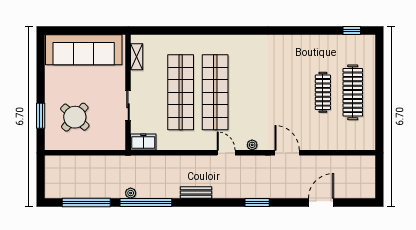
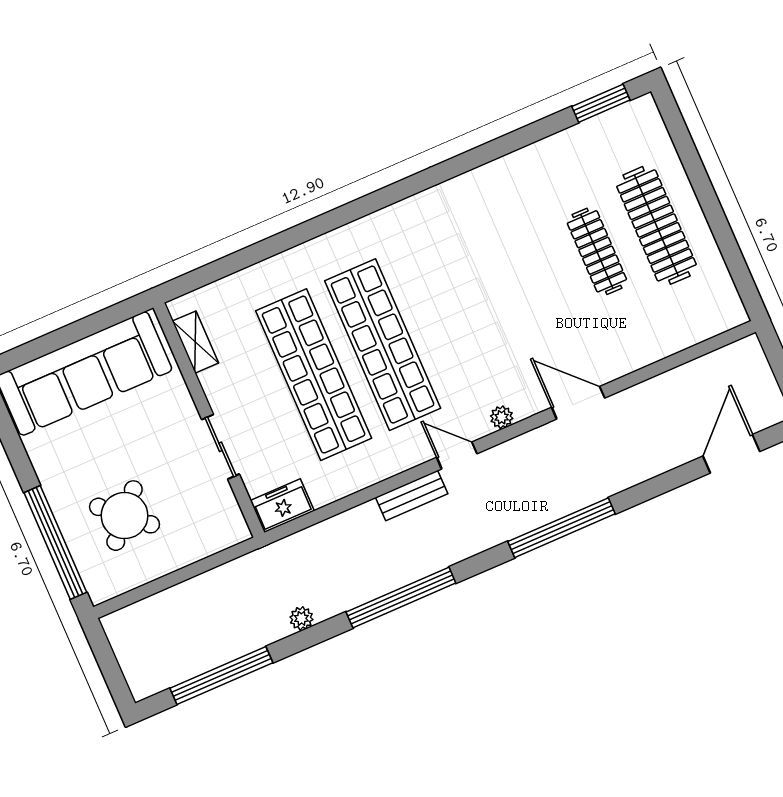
window: (352, 30) -> (601, 103), width x1.50
window: (41, 116) -> (55, 542), width x2.11
bench: (196, 193) -> (412, 496), moved
window: (146, 202) -> (401, 597), moved
window: (257, 202) -> (561, 528), width x2.11
door: (321, 202) -> (731, 454), moved

